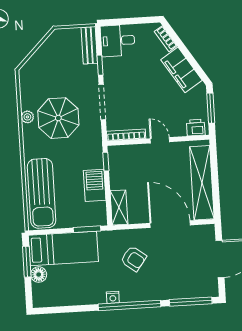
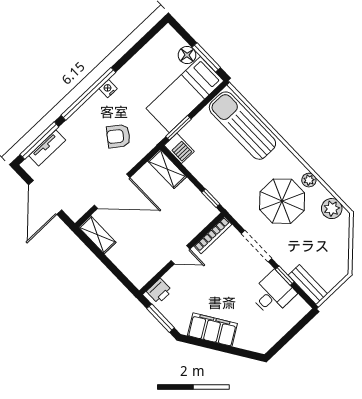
bookcase: (166, 39) -> (248, 345), removed
desk: (118, 41) -> (273, 294), moved
plant: (28, 84) -> (332, 209), added
shelving: (202, 183) -> (97, 235), width x0.45, depth x0.75
barbecue: (95, 185) -> (179, 148), moved, width x0.73, depth x0.79
tv unit: (190, 292) -> (47, 148), added

